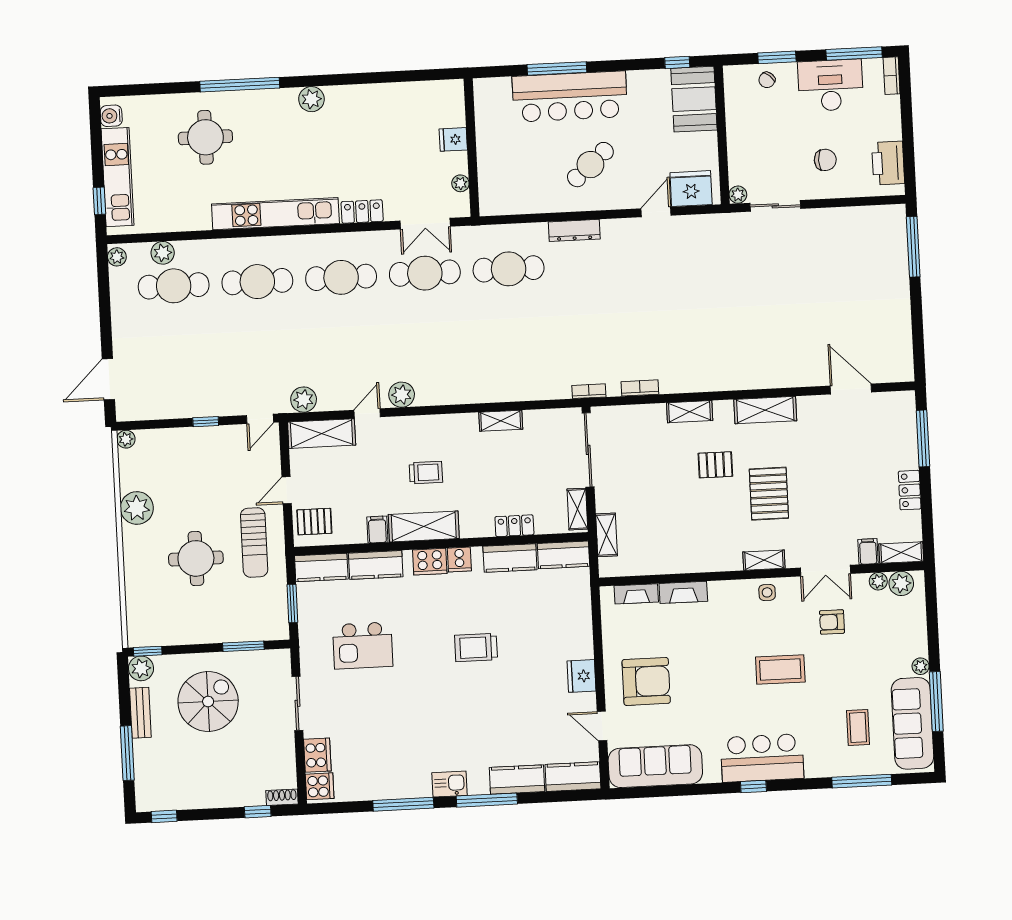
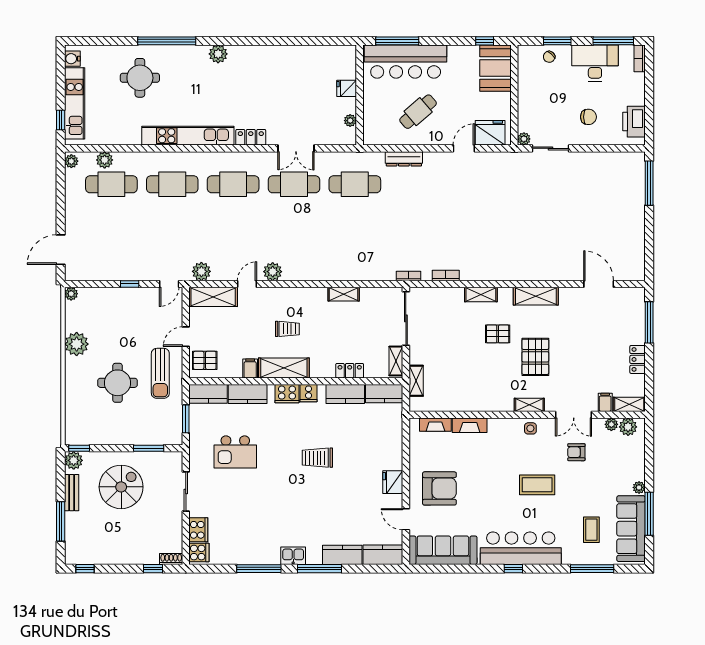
fridge: (453, 139) -> (347, 88), moved
wall: (472, 148) -> (360, 95), moved
plant: (460, 183) -> (350, 121), moved
bar counter: (762, 758) -> (521, 548), width x1.36

